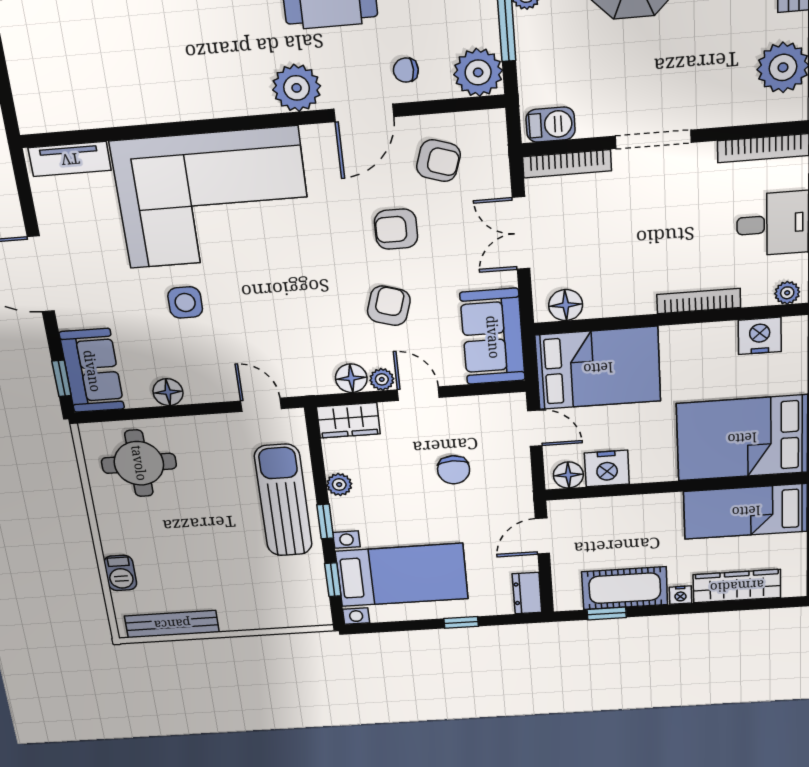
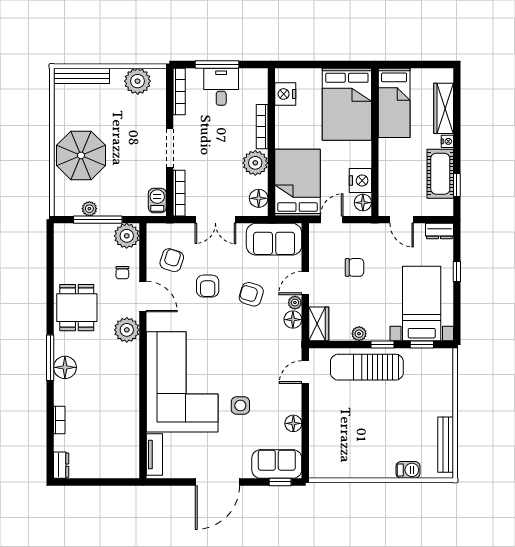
plant: (787, 293) -> (255, 163), moved, width x1.88, depth x1.88
round table: (139, 463) -> (337, 447), removed

